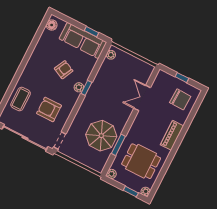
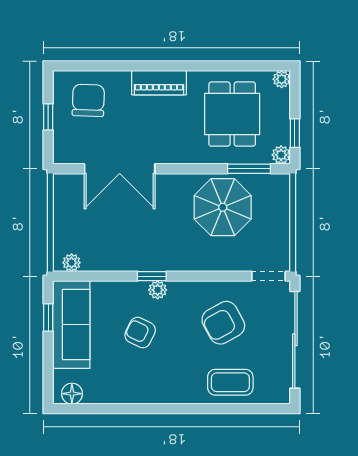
double door: (142, 98) -> (120, 169), width x1.37
armchair: (49, 109) -> (223, 323), turned 61
window: (118, 145) -> (249, 169), moved
window: (131, 192) -> (295, 133), moved

